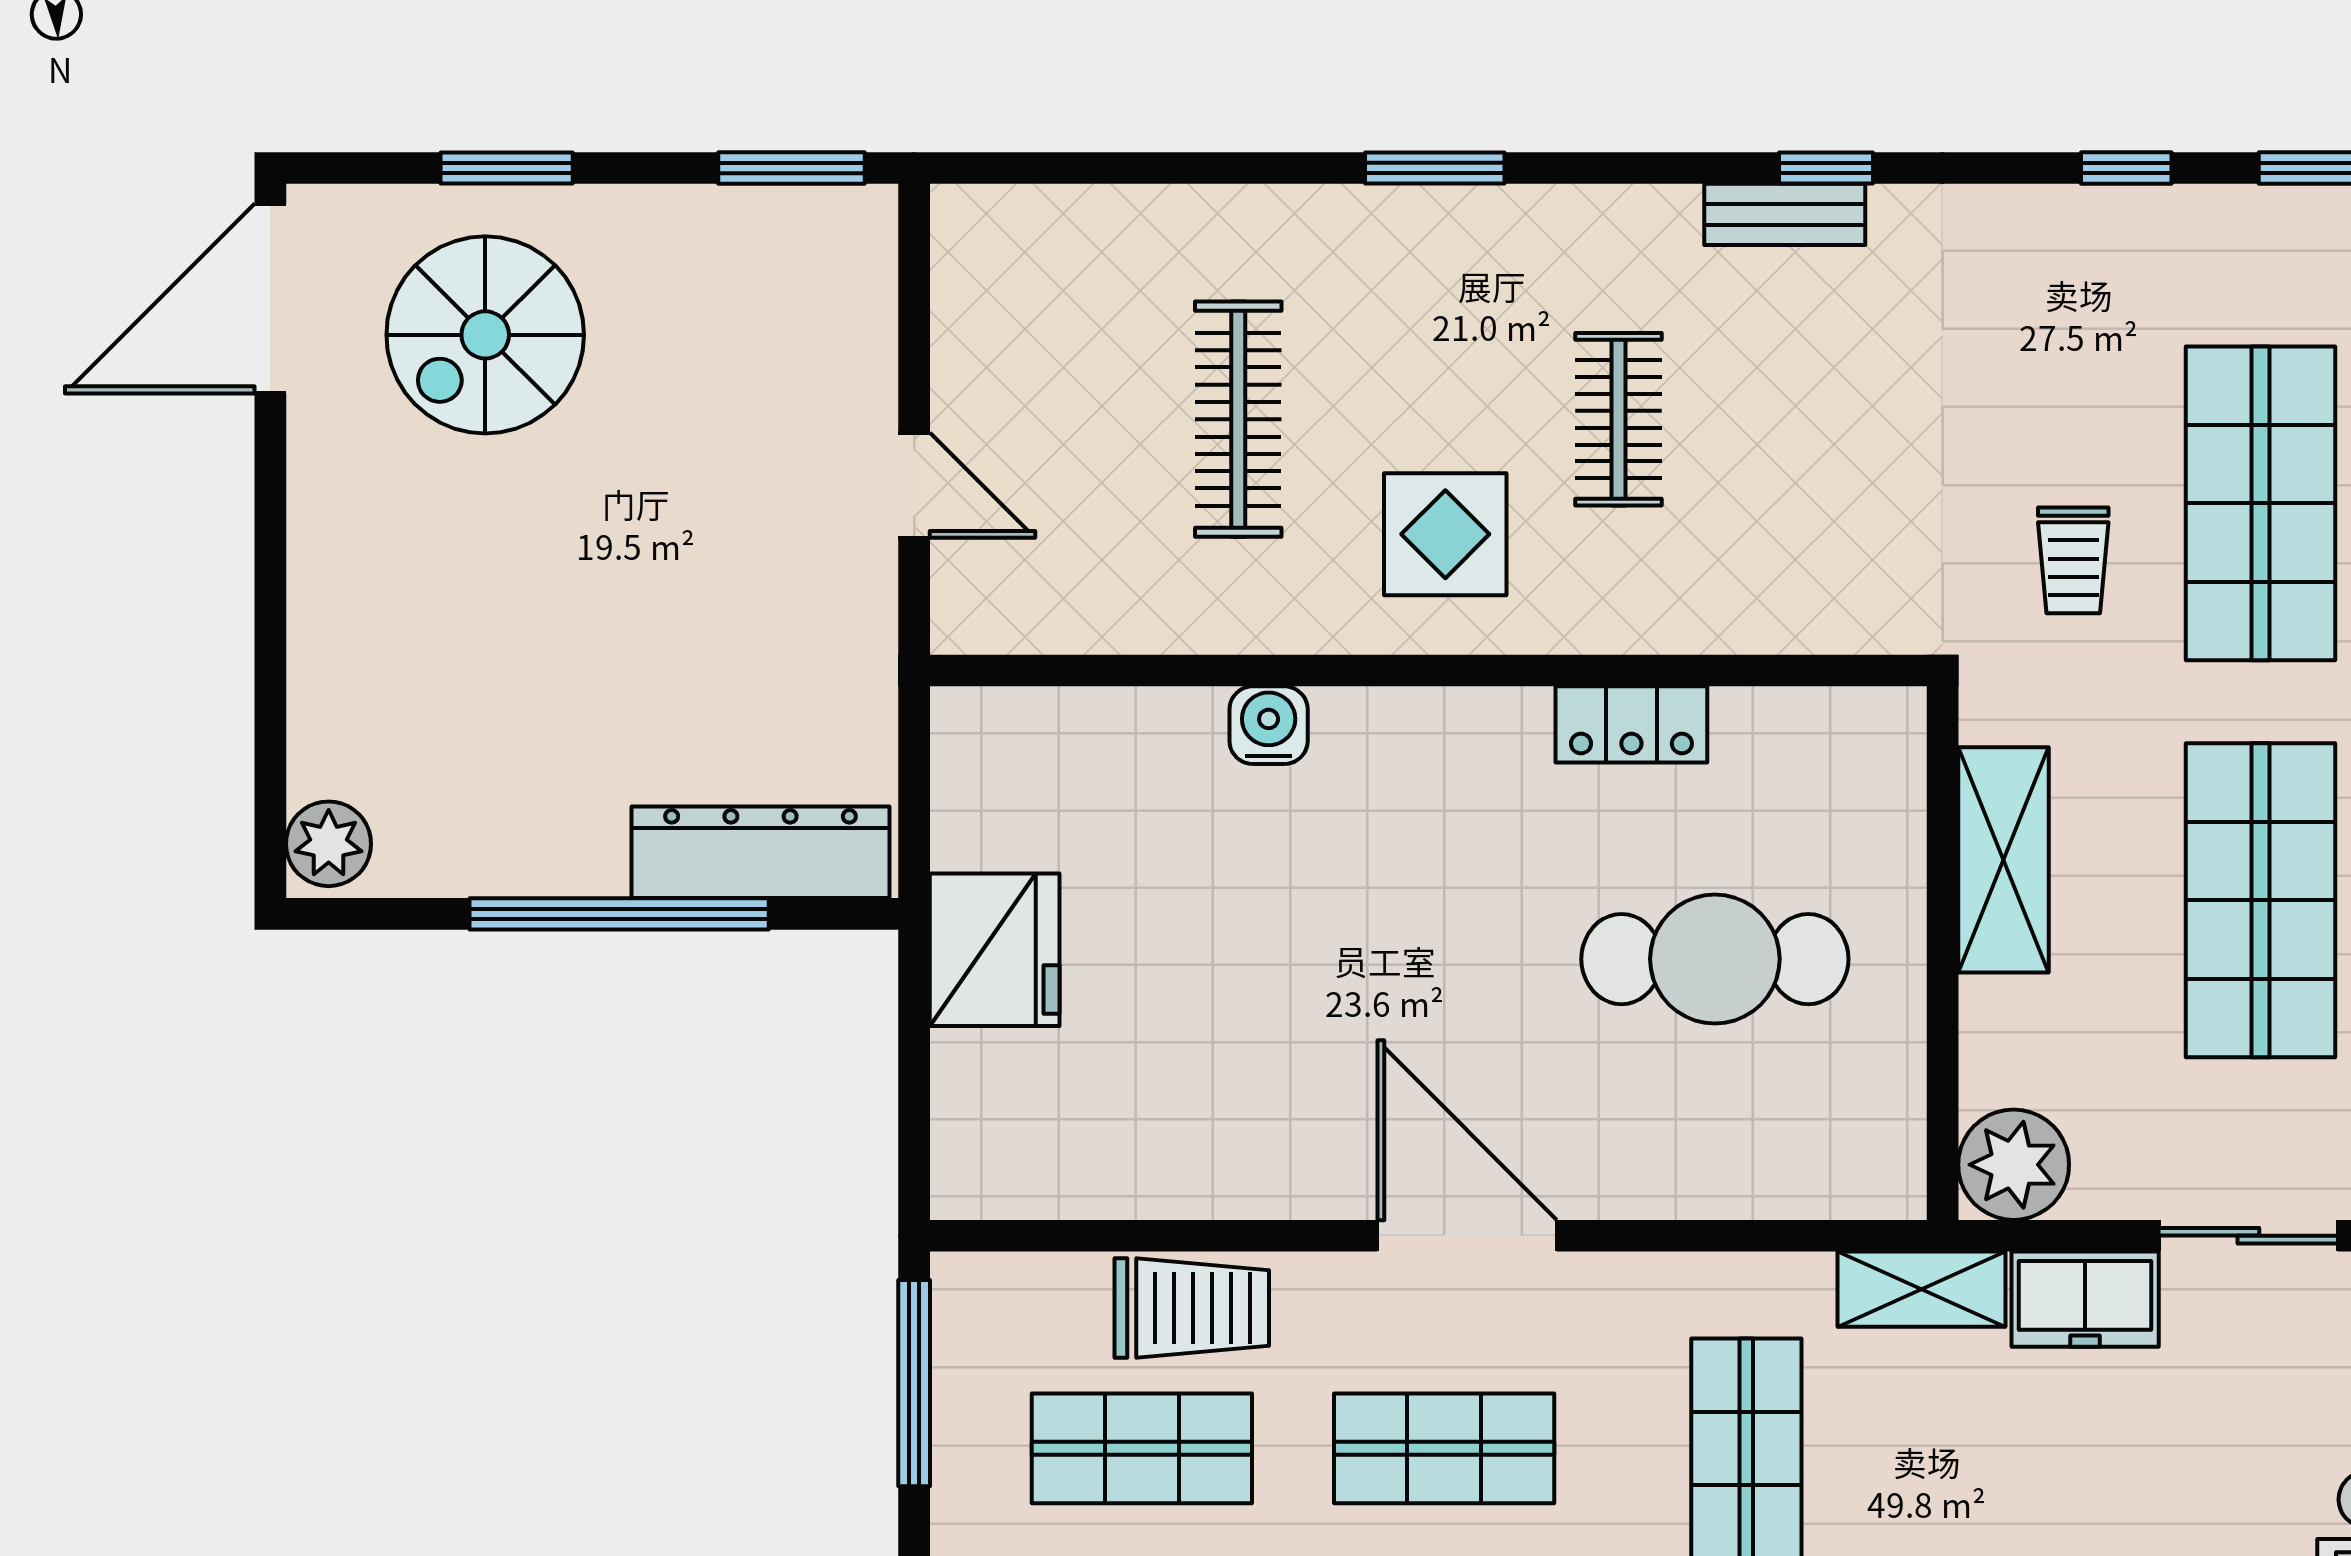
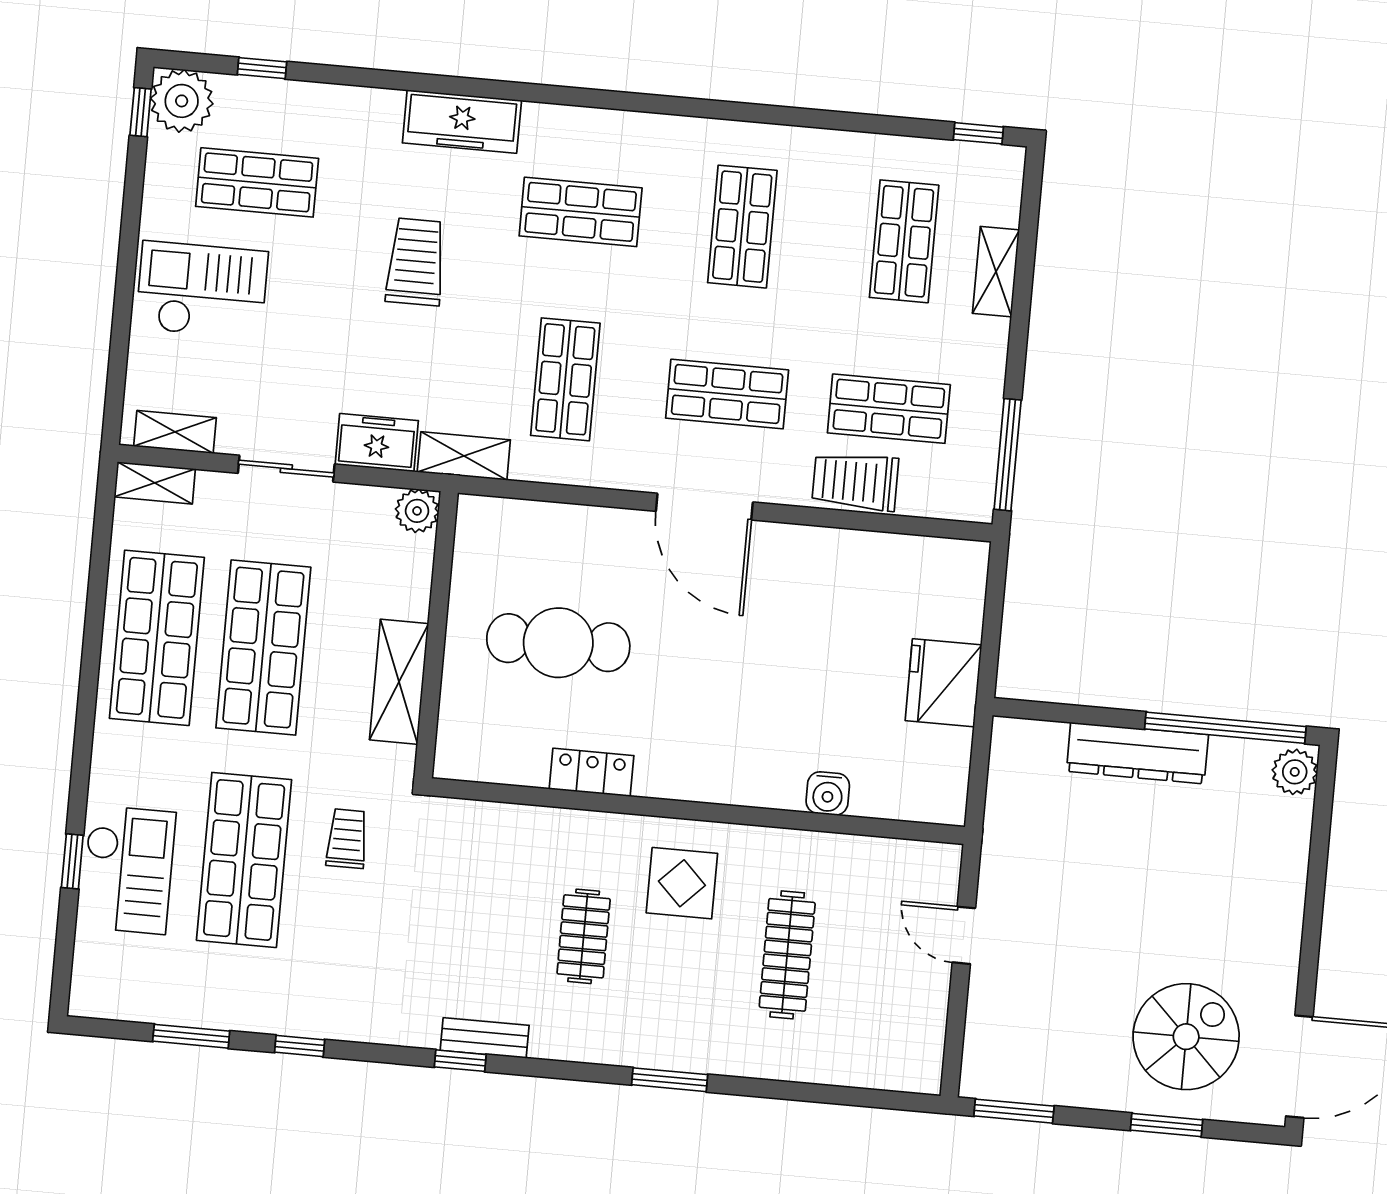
water cooler: (1269, 725) -> (828, 793), moved
dresser: (761, 852) -> (1137, 753), moved
window: (619, 914) -> (1225, 728), moved
plant: (2014, 1165) -> (417, 511), width x0.73, depth x0.73

